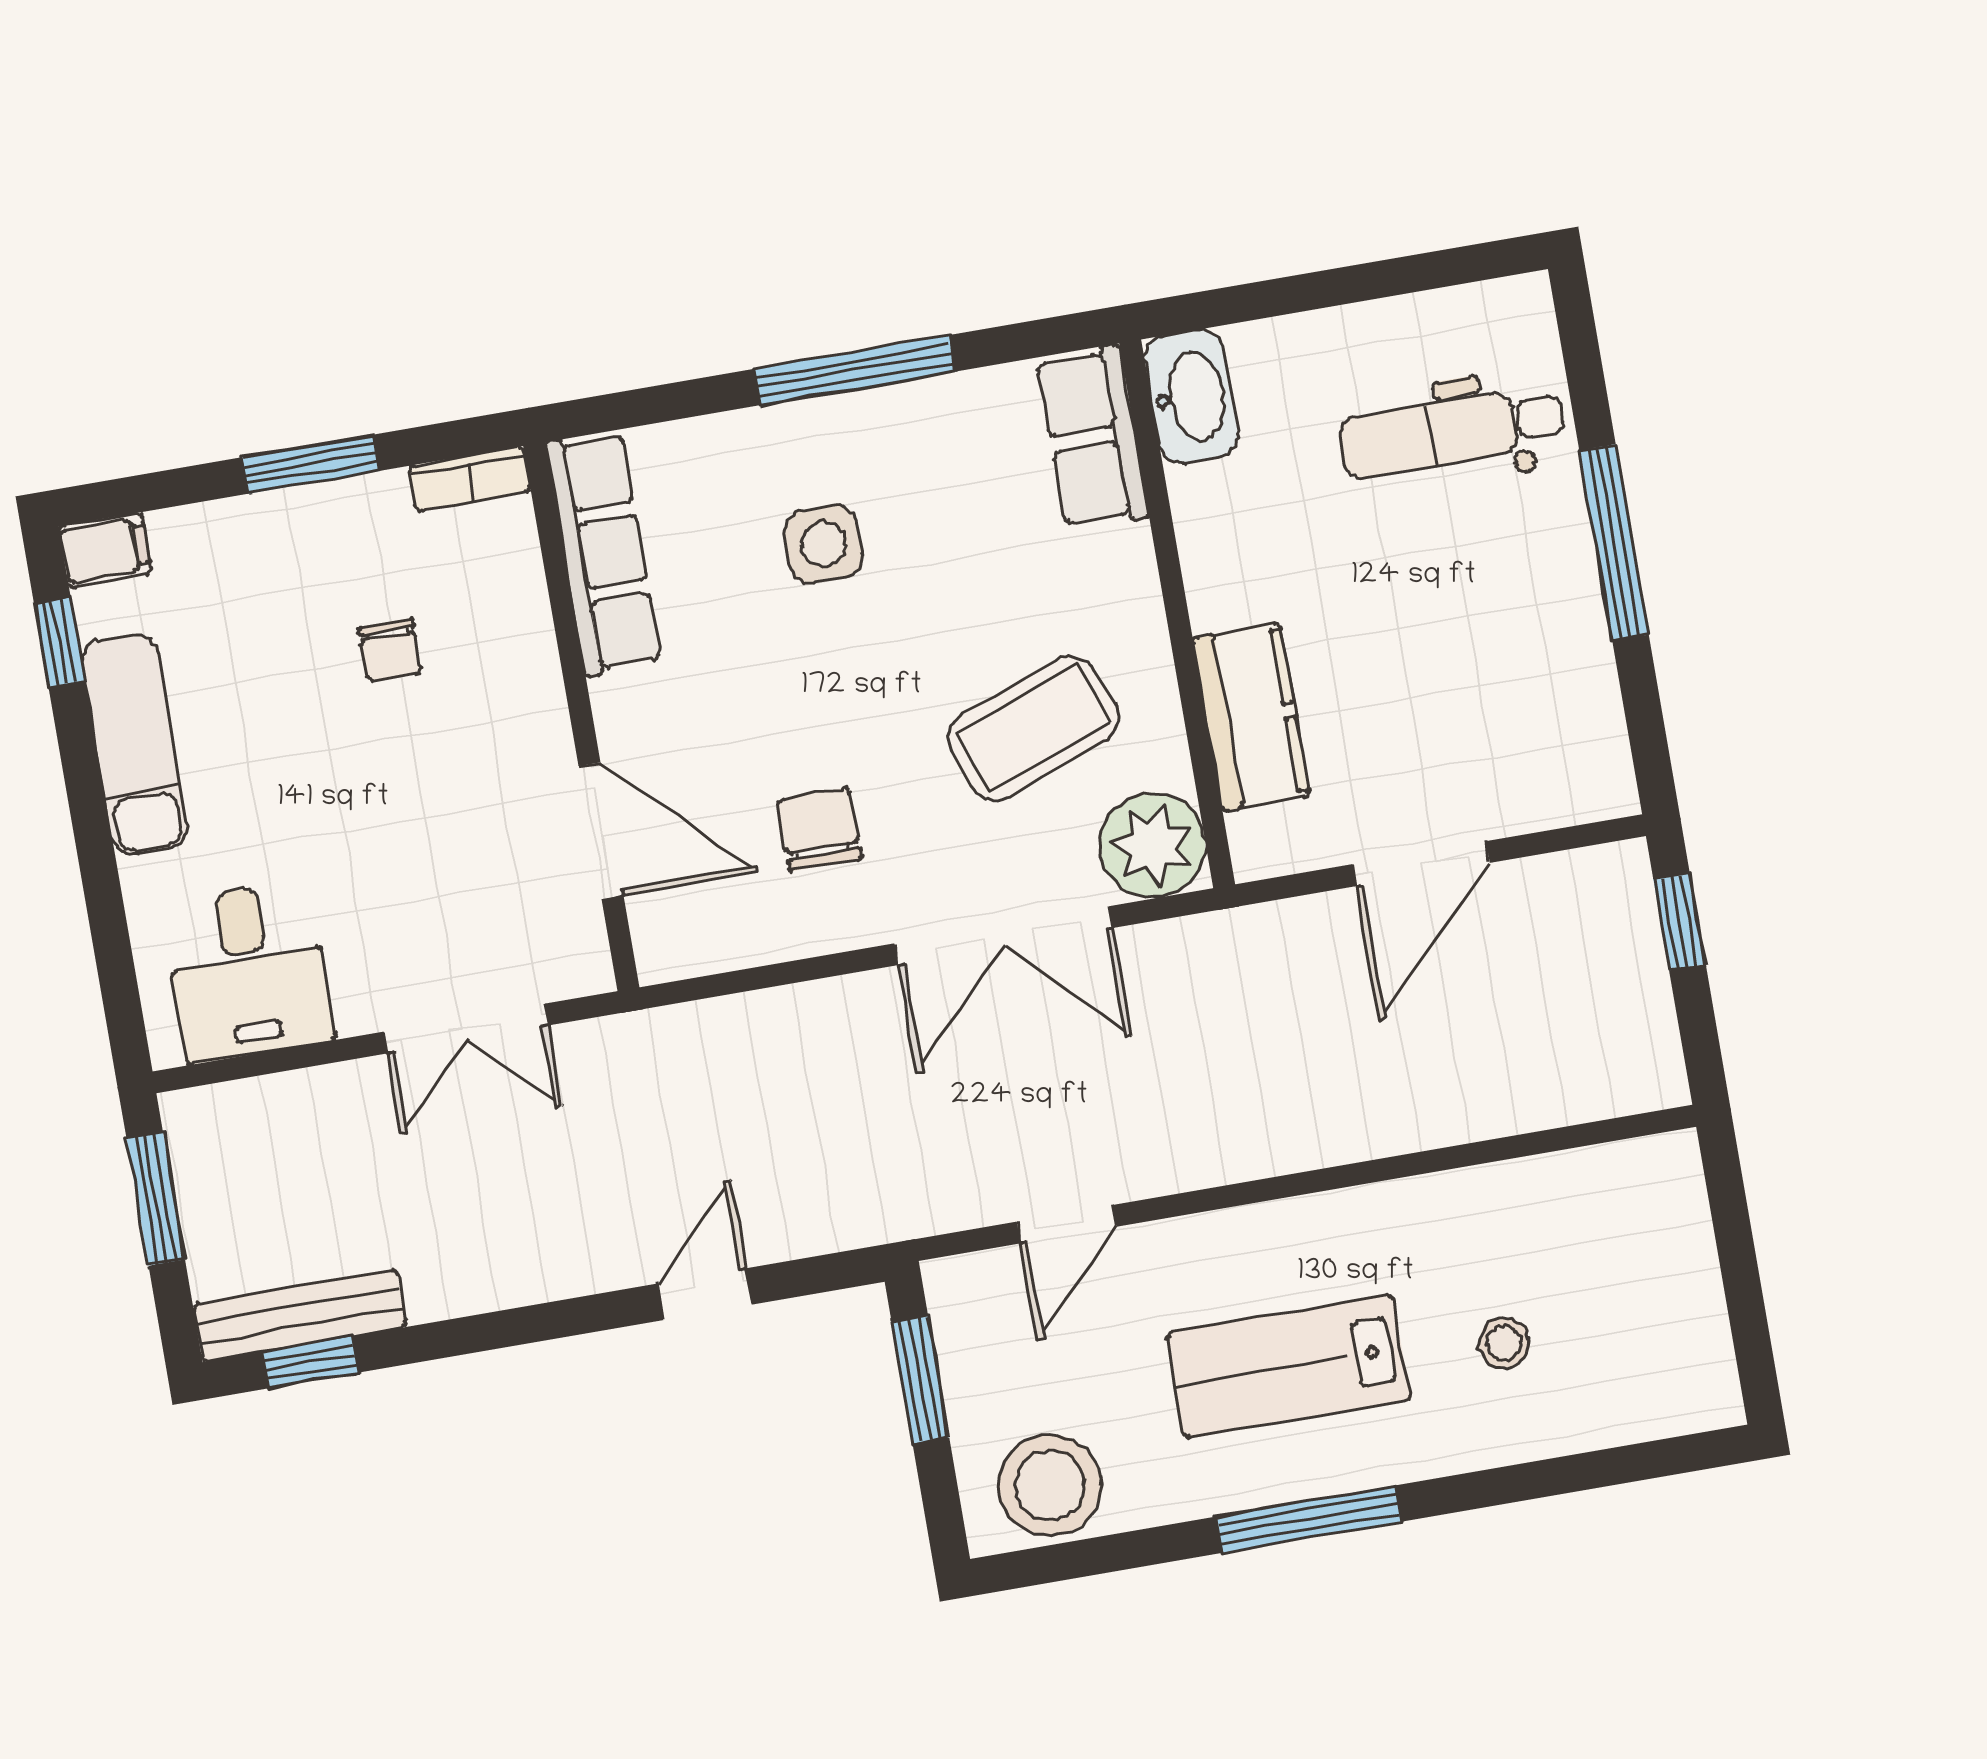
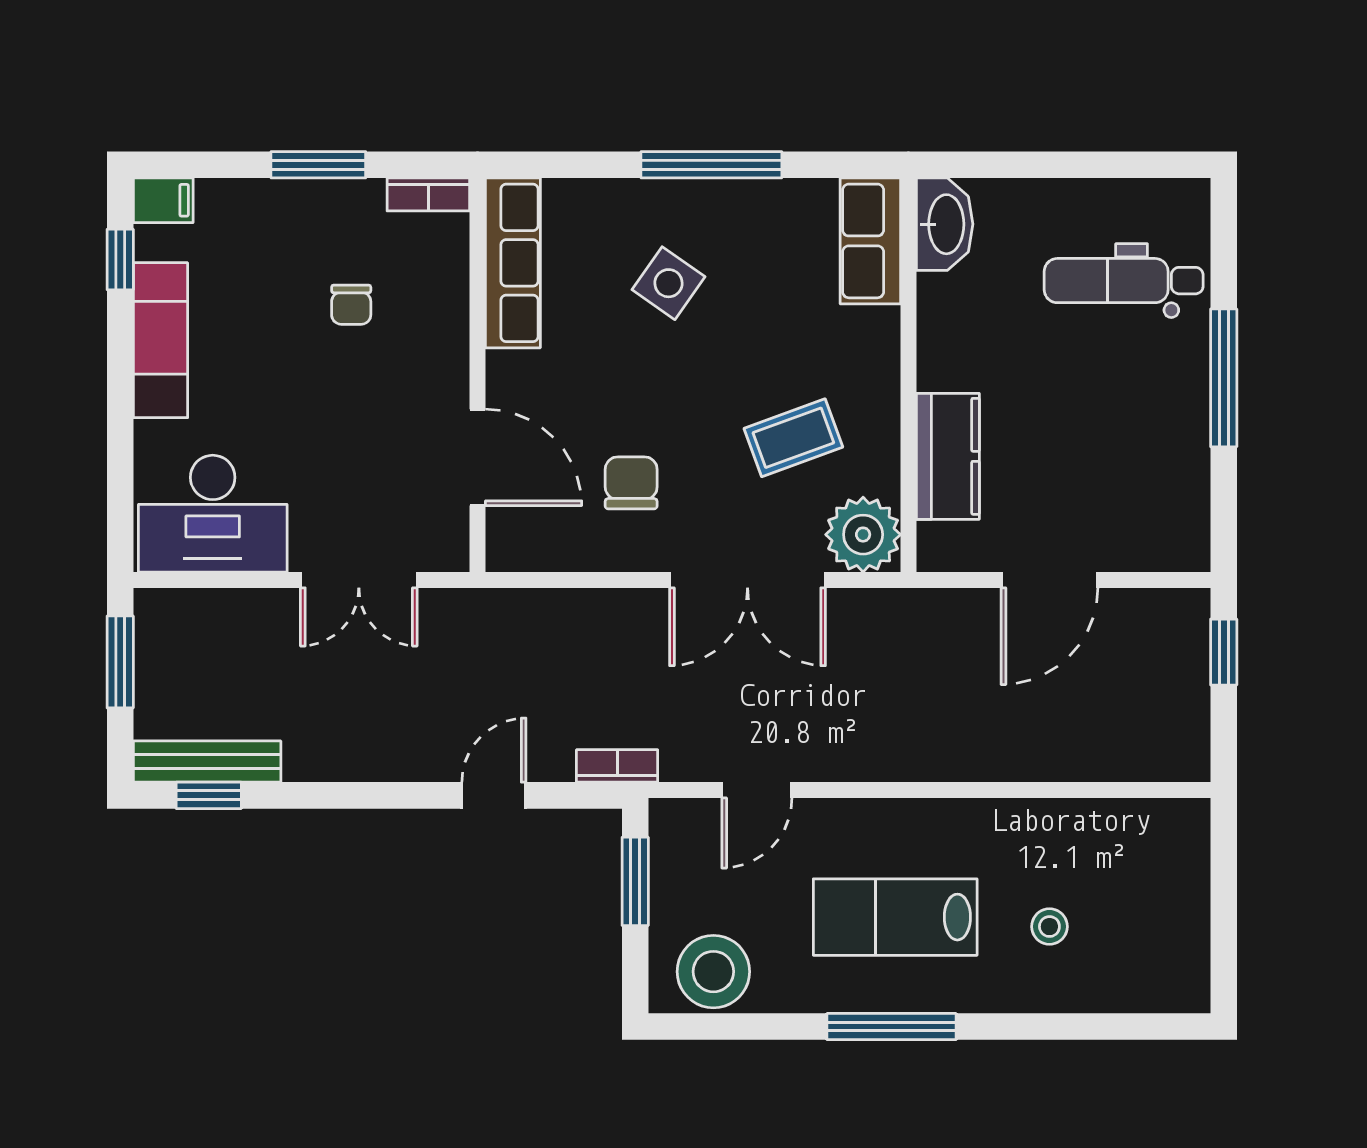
side table: (824, 544) -> (669, 283), turned 35
coffee table: (1033, 728) -> (793, 438), width x0.73, depth x0.77
desk: (248, 972) -> (213, 514), width x1.37
bookcase: (868, 1224) -> (617, 766), added

